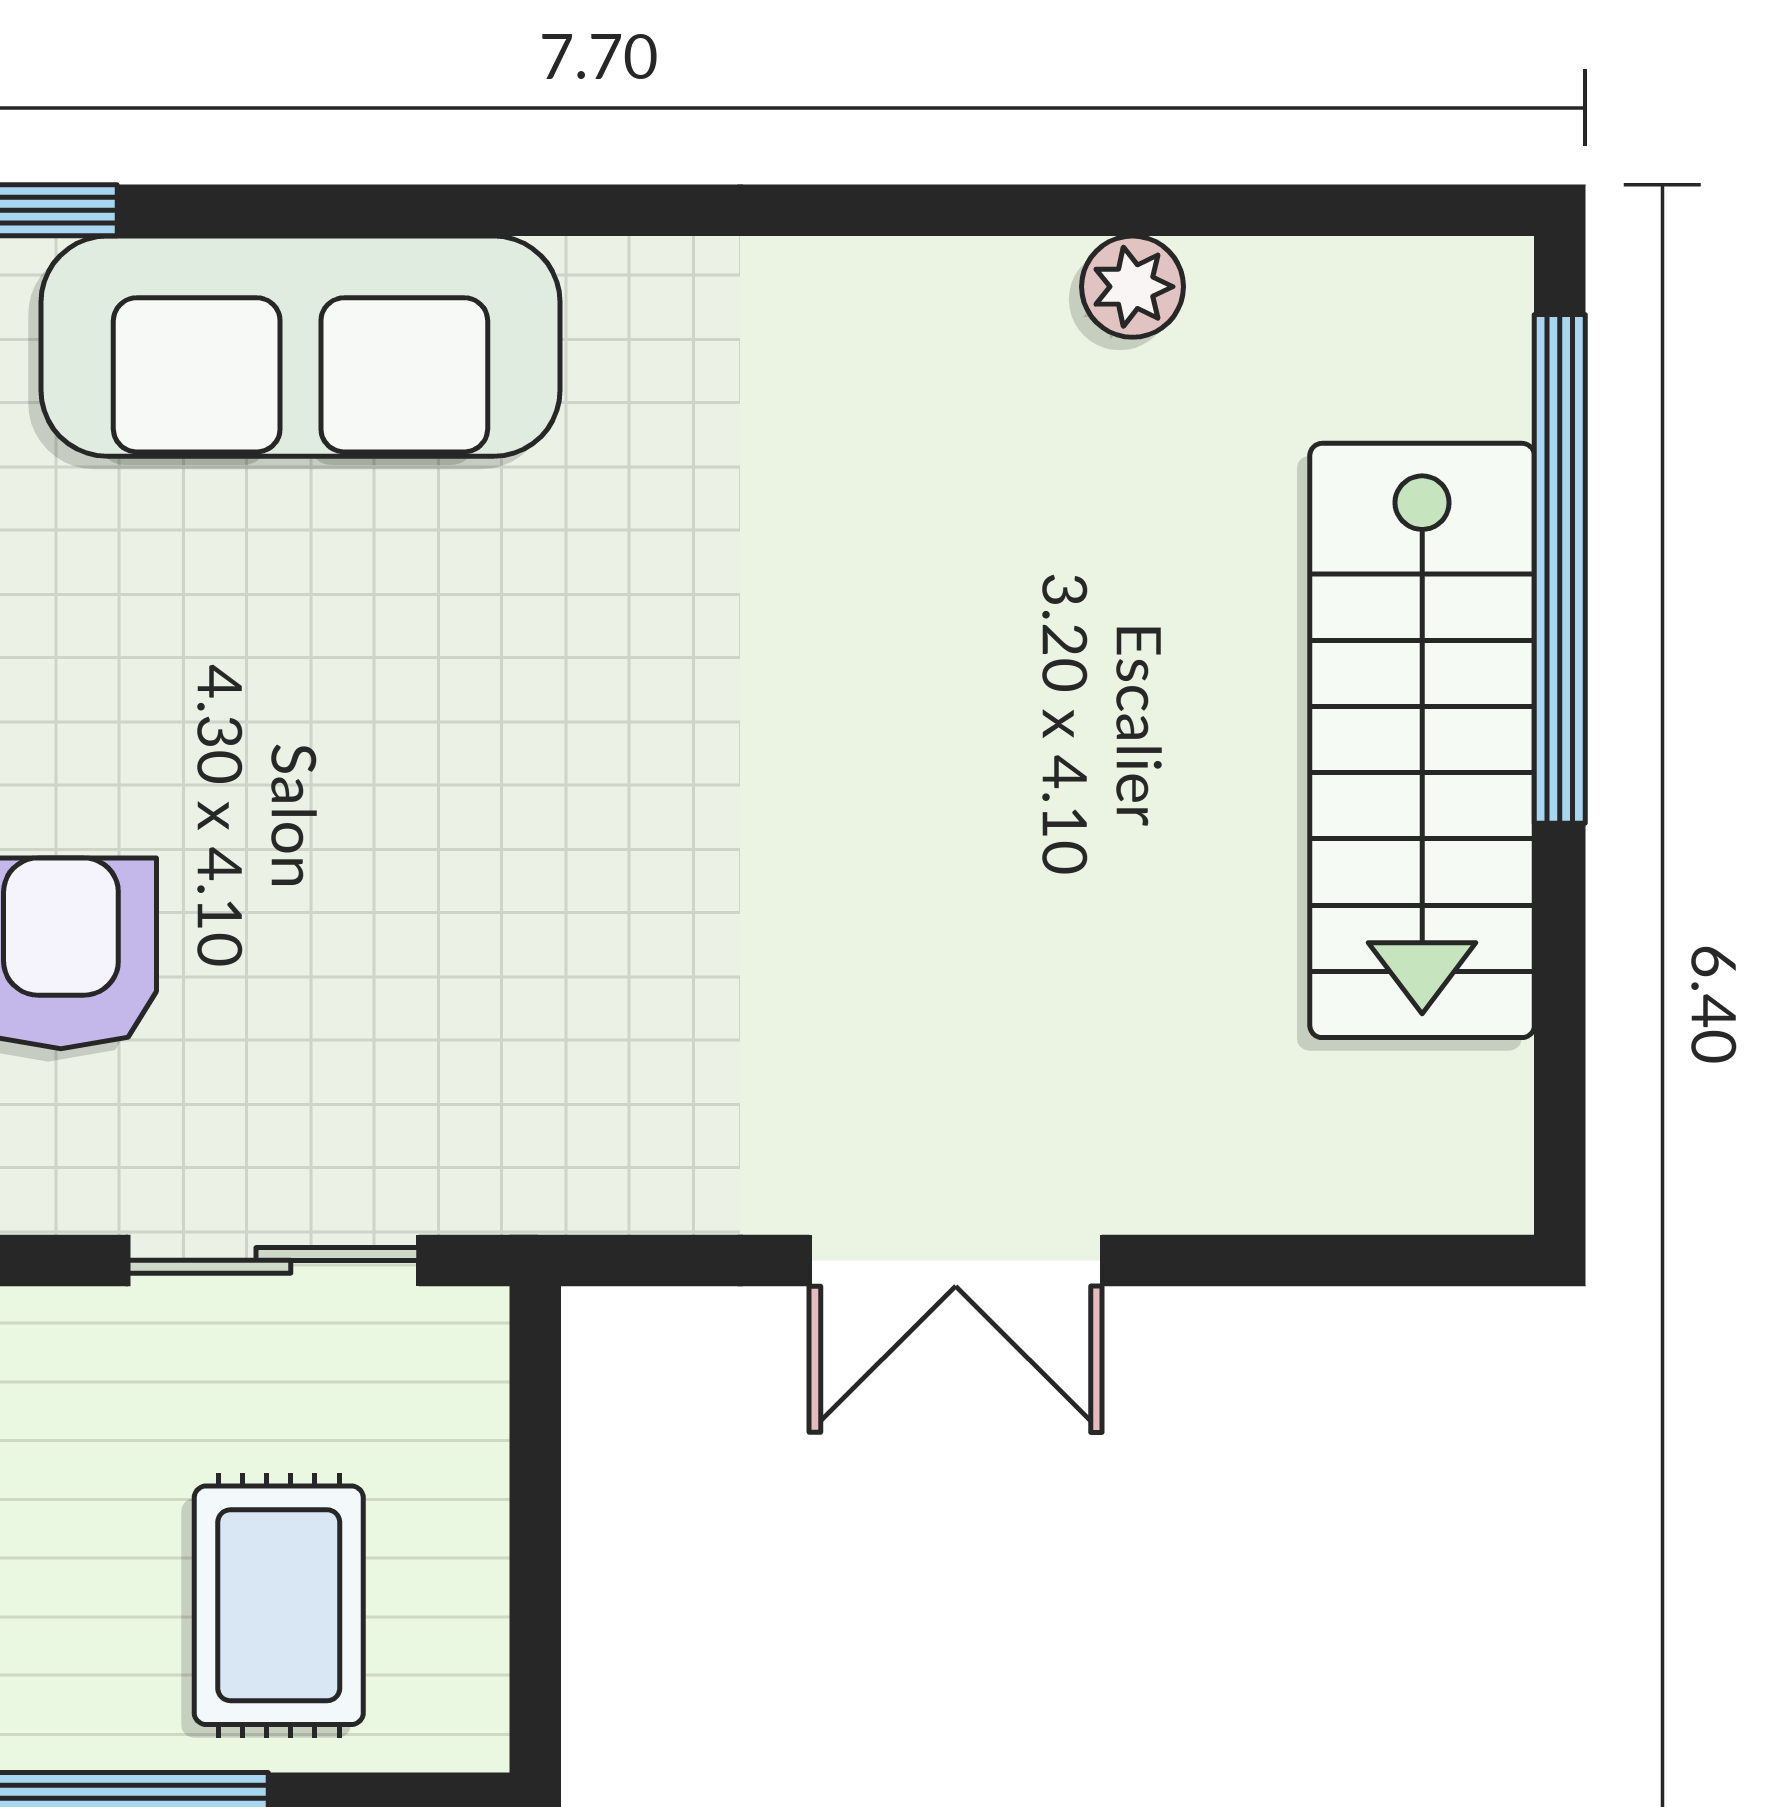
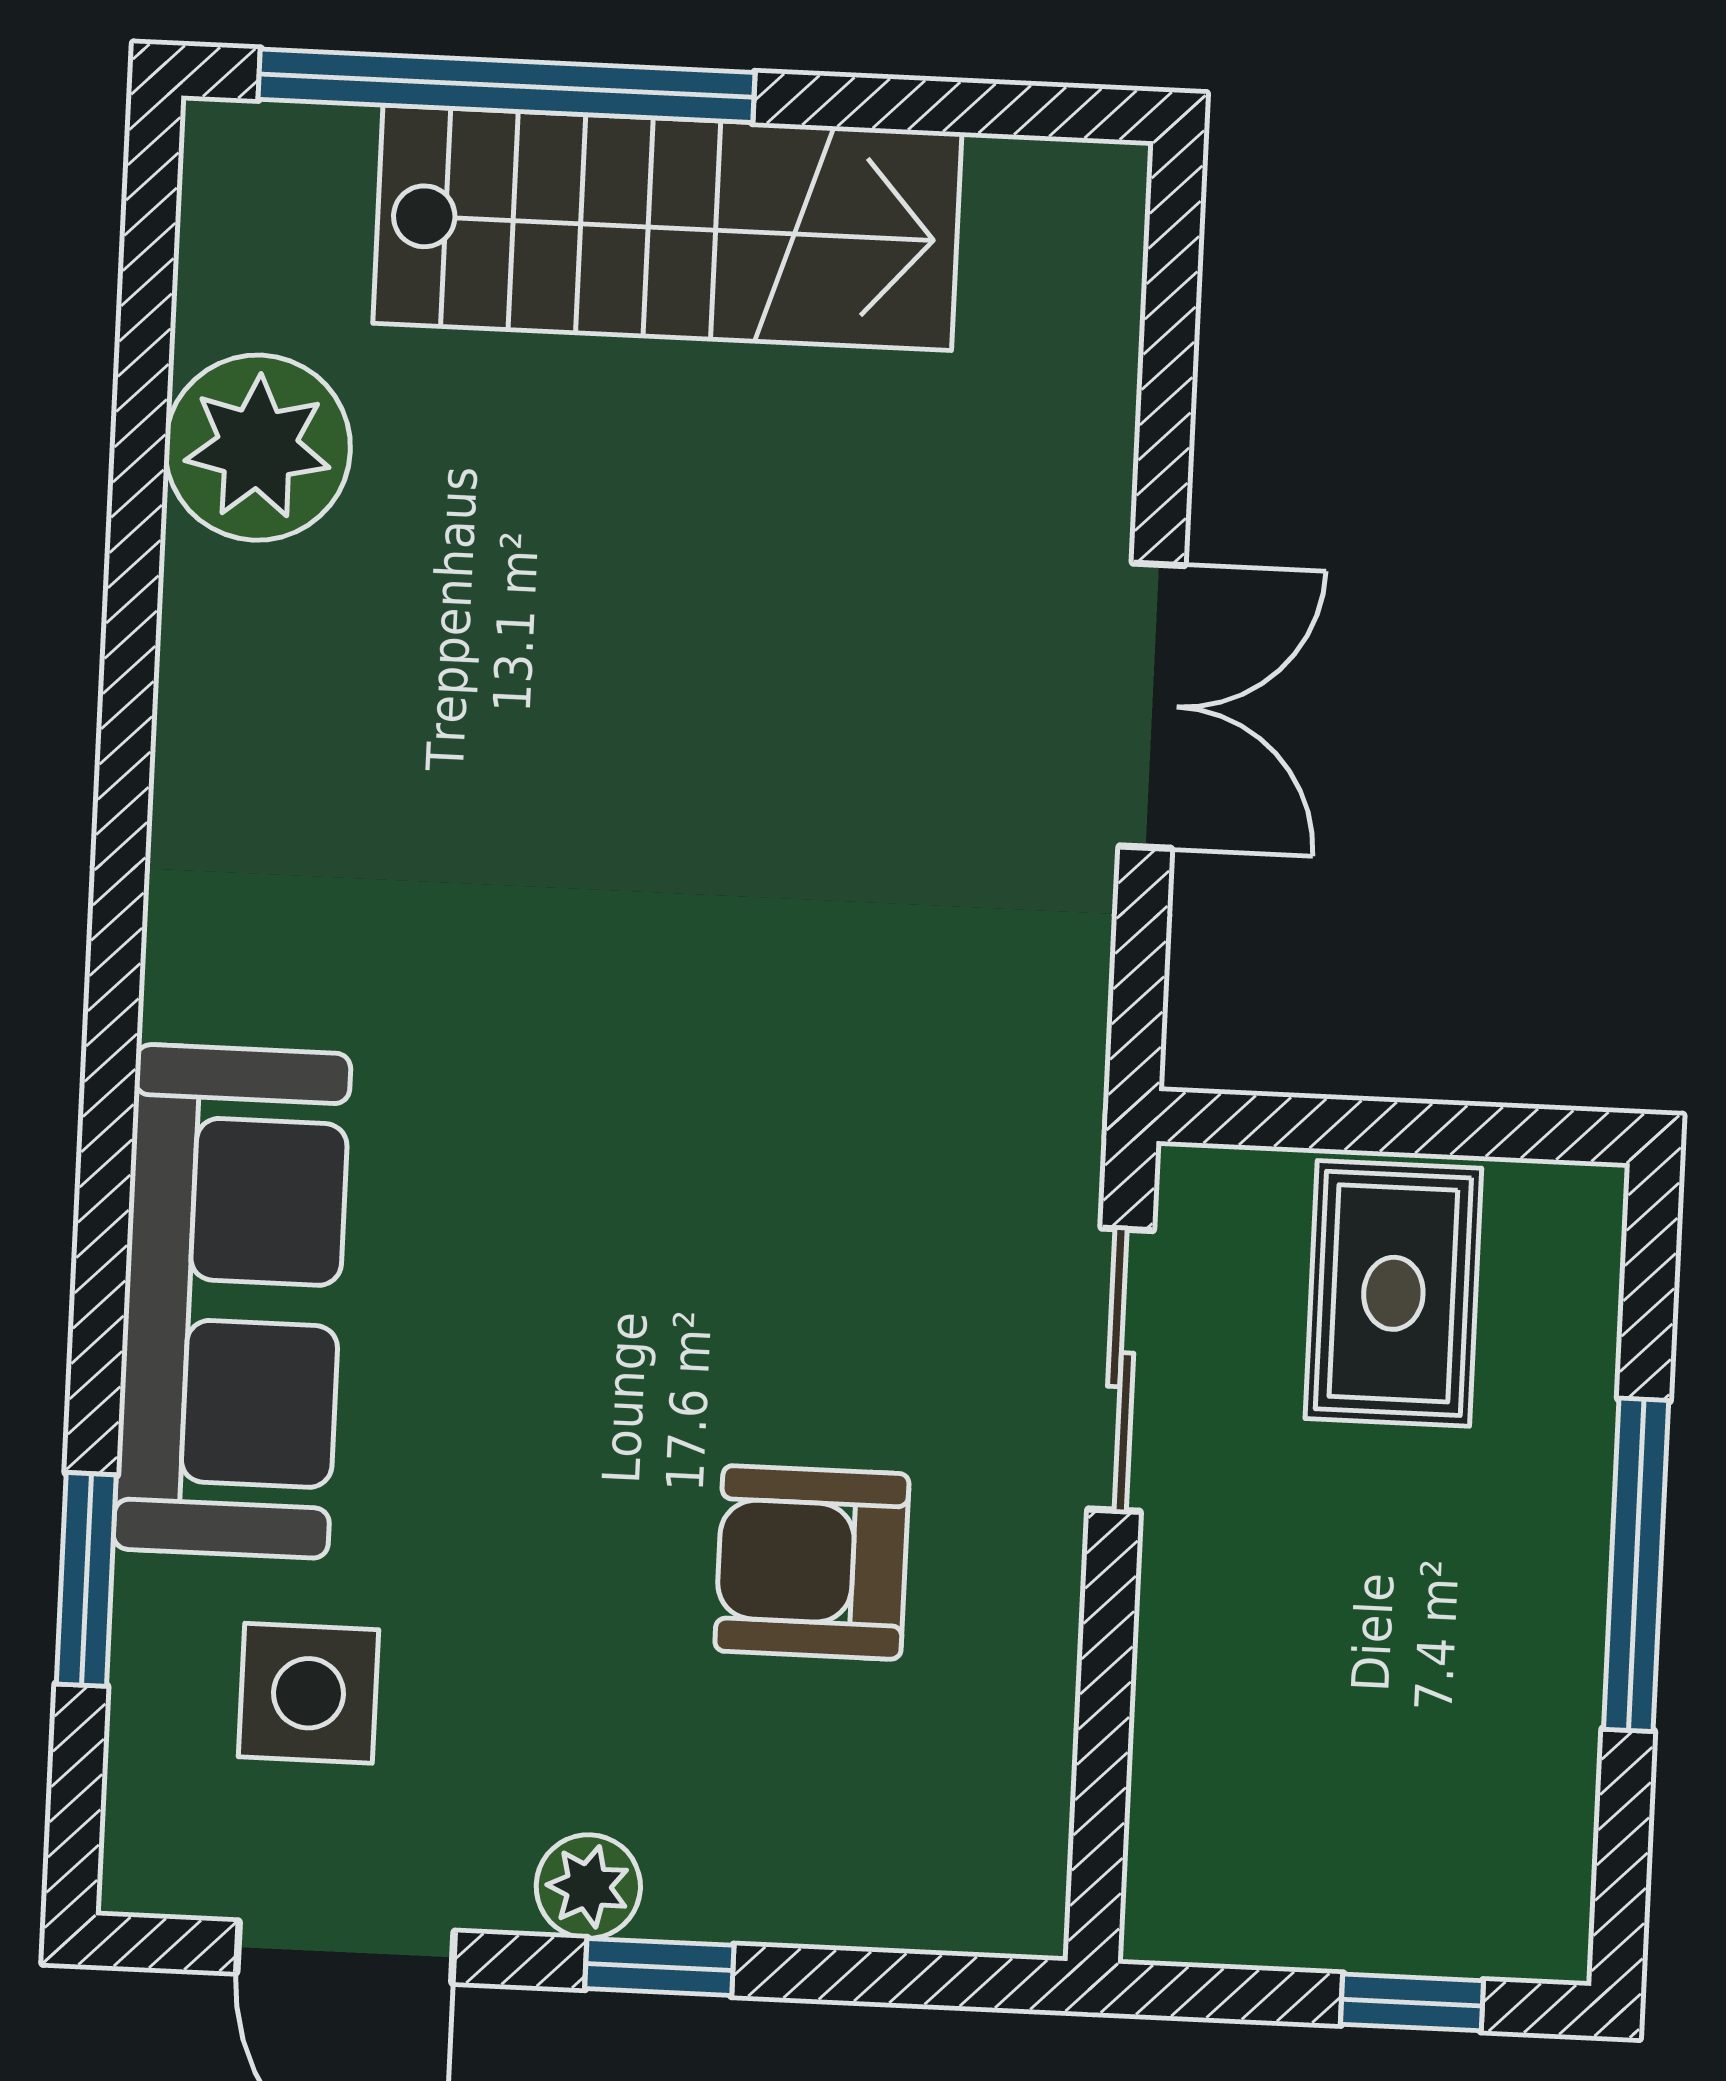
plant: (1132, 287) -> (258, 448), width x1.88, depth x1.88
rug: (279, 1605) -> (1393, 1293), moved, turned 90

